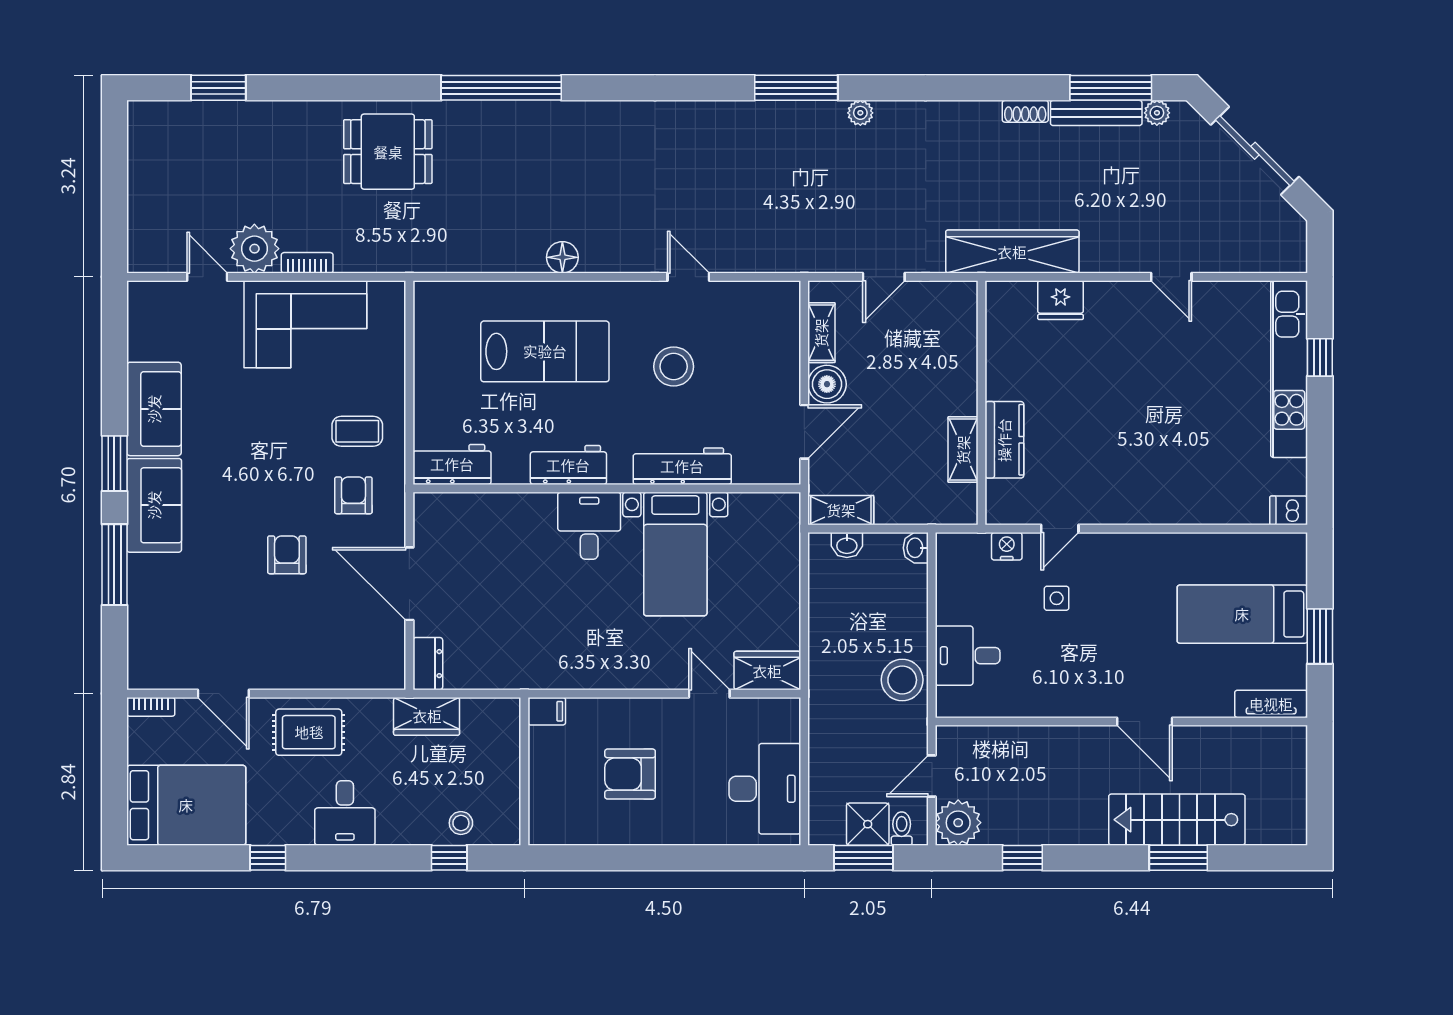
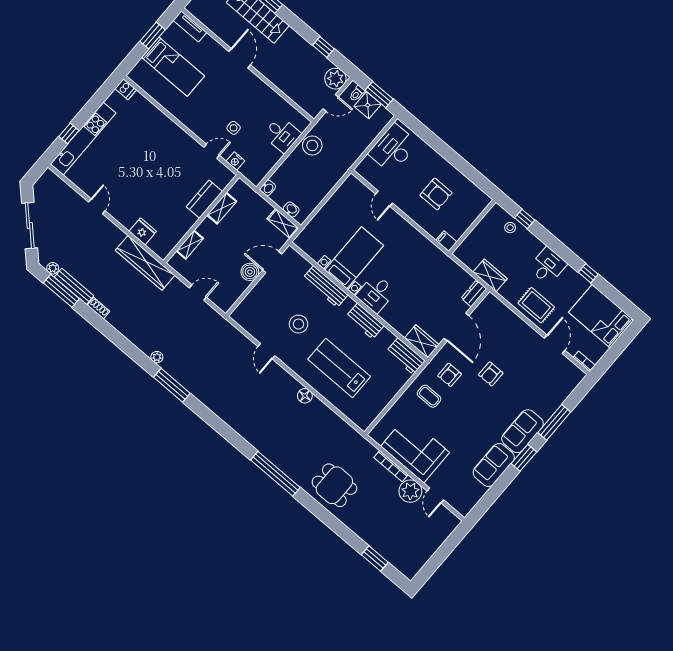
bookcase: (307, 263) -> (391, 466), width x1.56
shelving: (821, 333) -> (190, 245), moved
wardrobe: (767, 671) -> (422, 341), moved, turned 180

